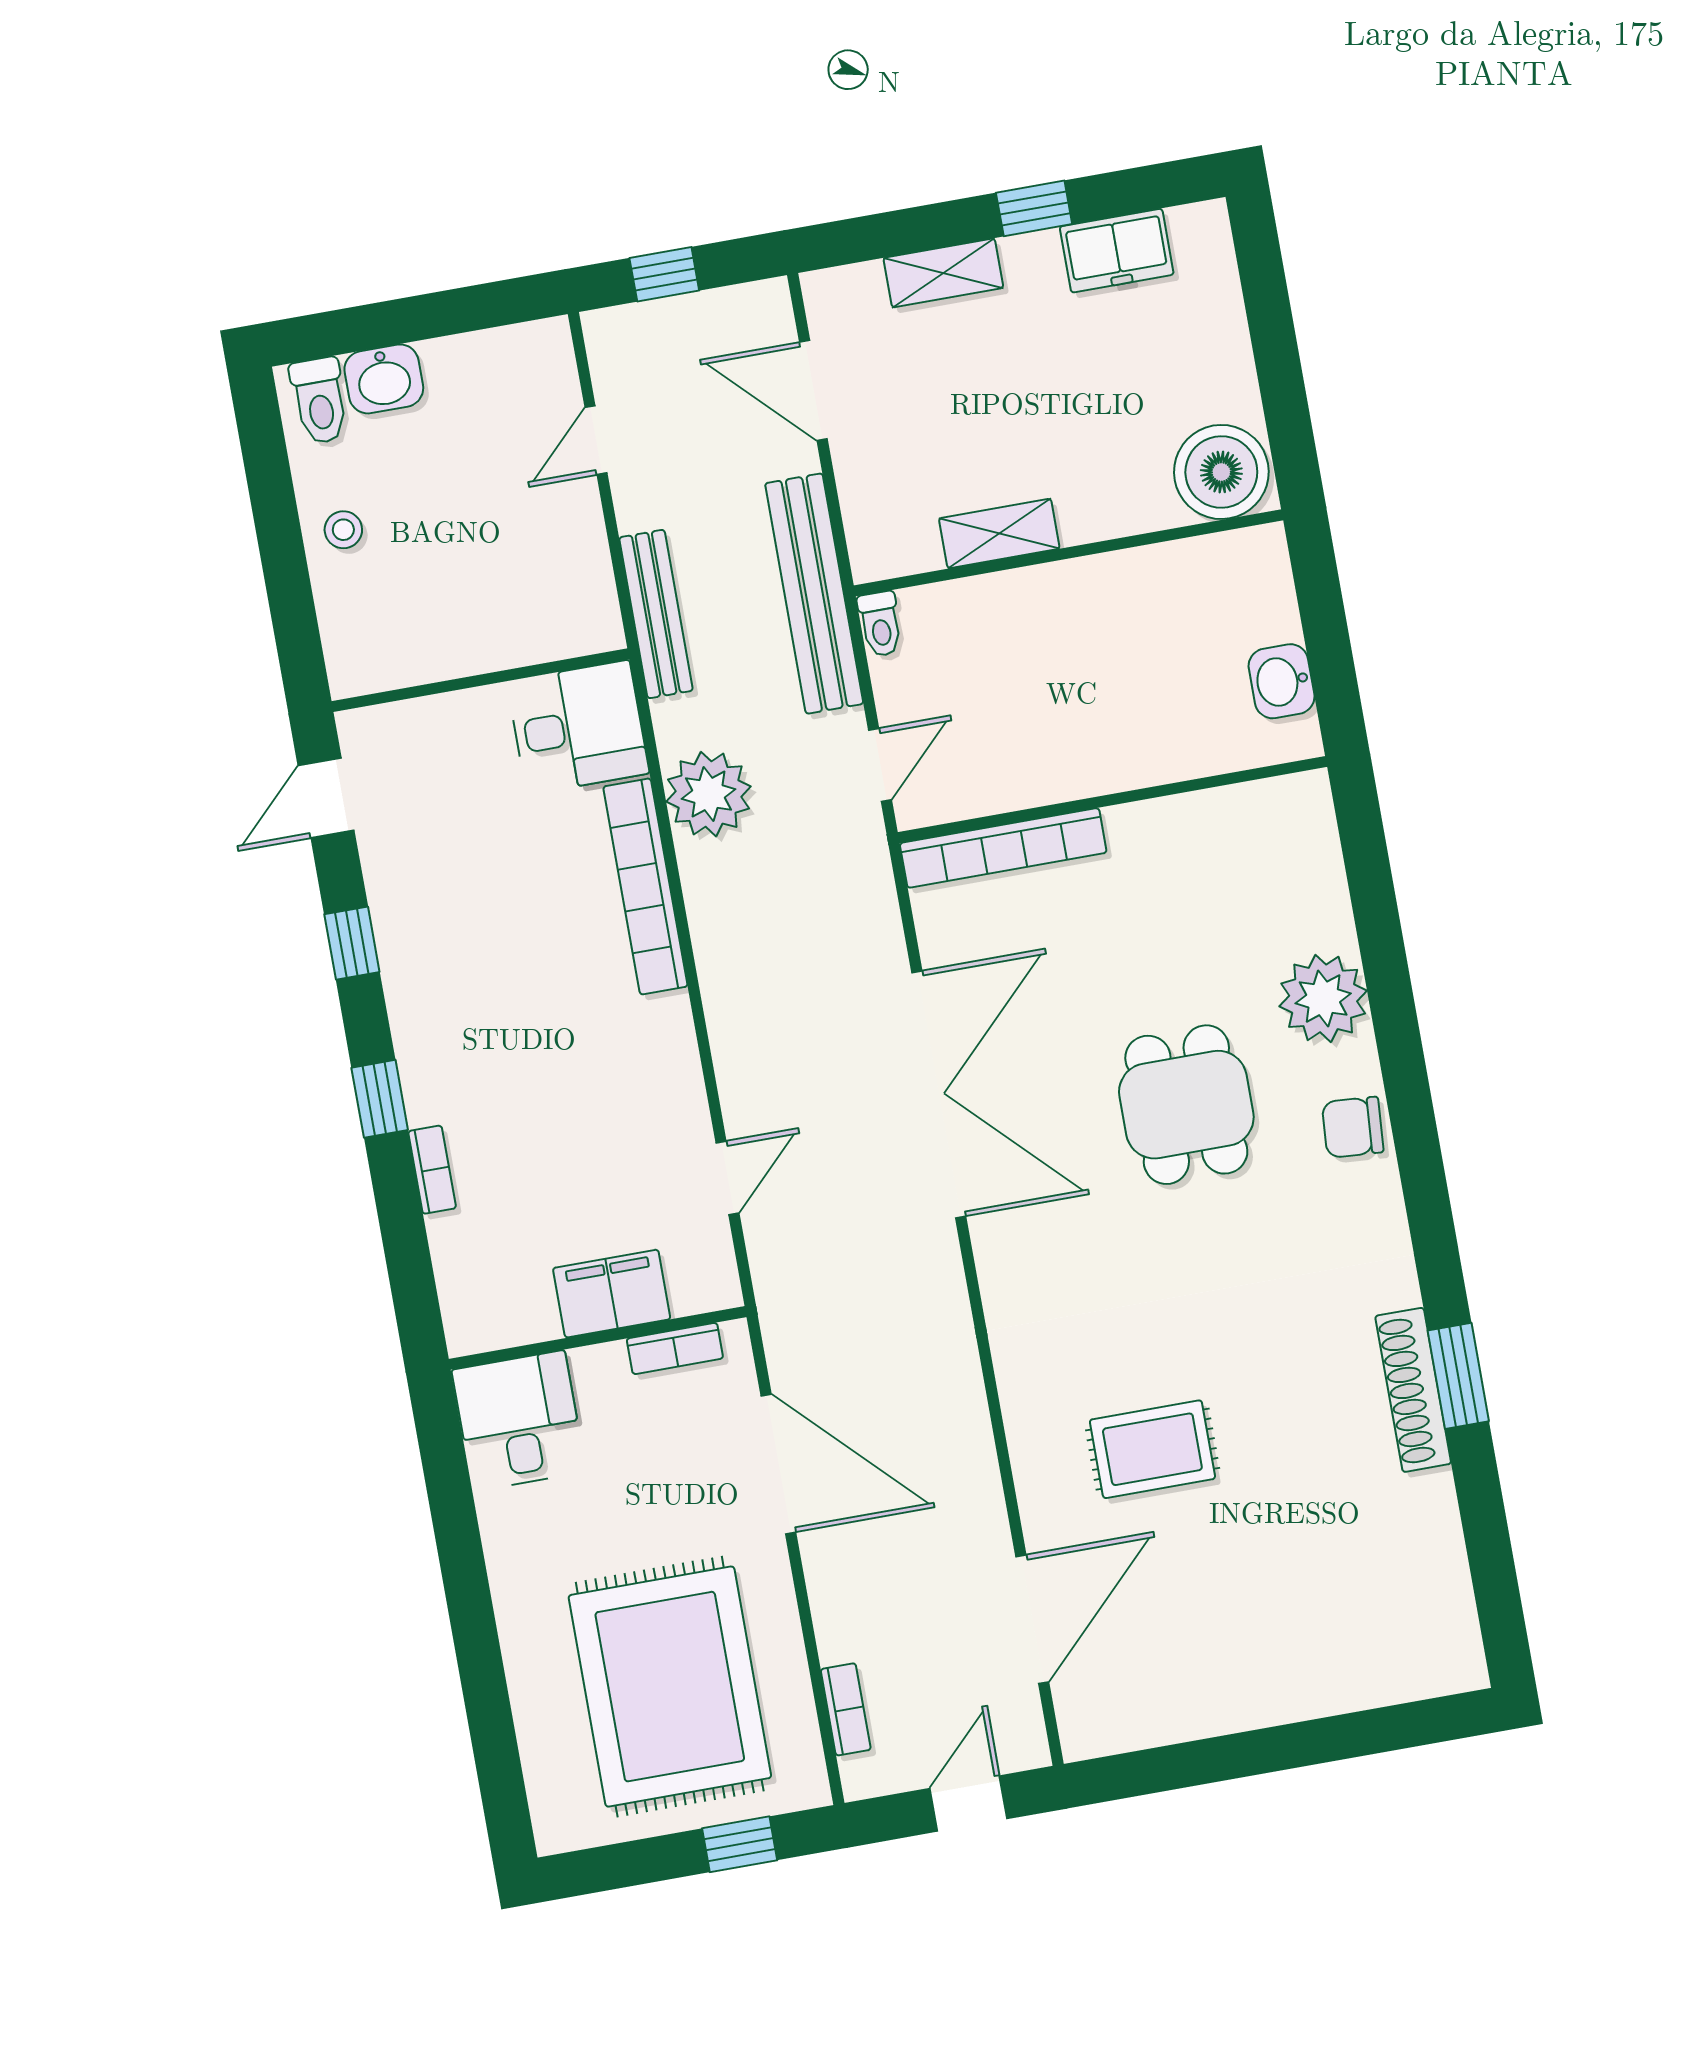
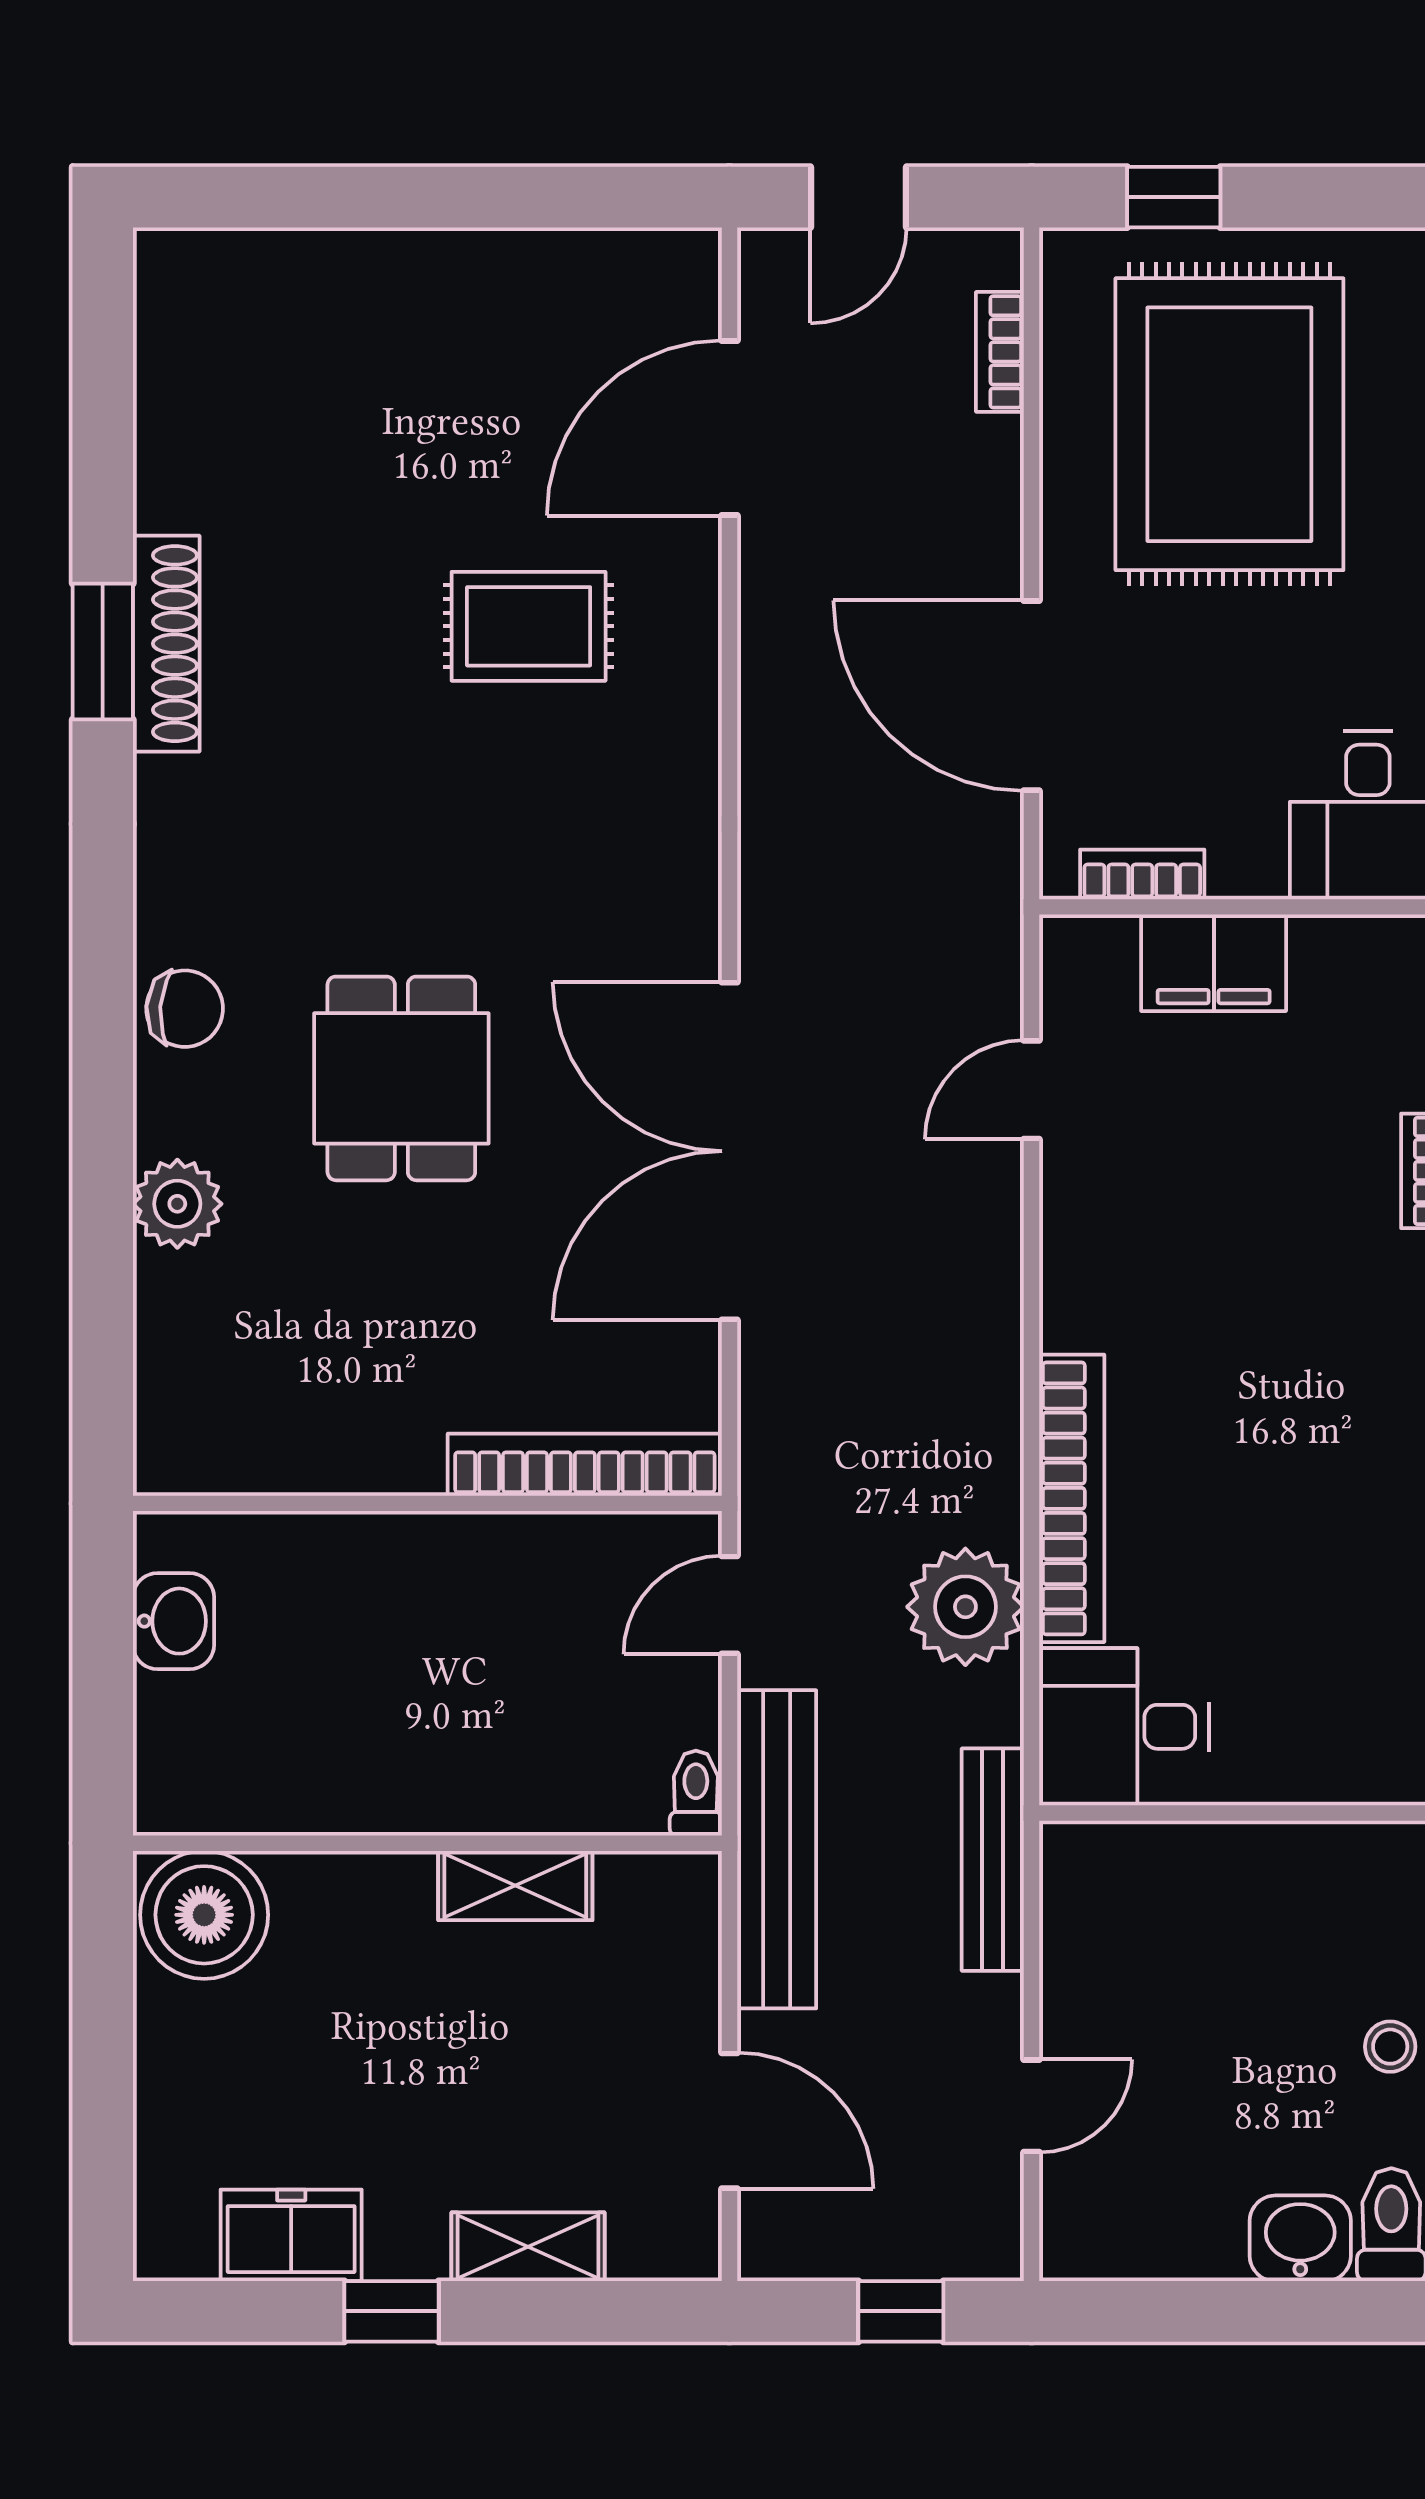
plant: (1323, 998) -> (177, 1204), width x0.73, depth x0.73

